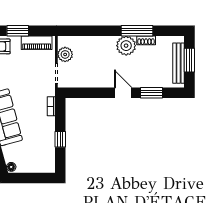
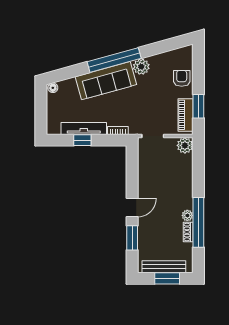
window: (18, 31) -> (198, 106), moved
window: (137, 31) -> (198, 222), width x1.46
plant: (126, 46) -> (187, 215), width x0.53, depth x0.53
plant: (65, 54) -> (185, 145), moved
tv unit: (49, 138) -> (84, 129), added

